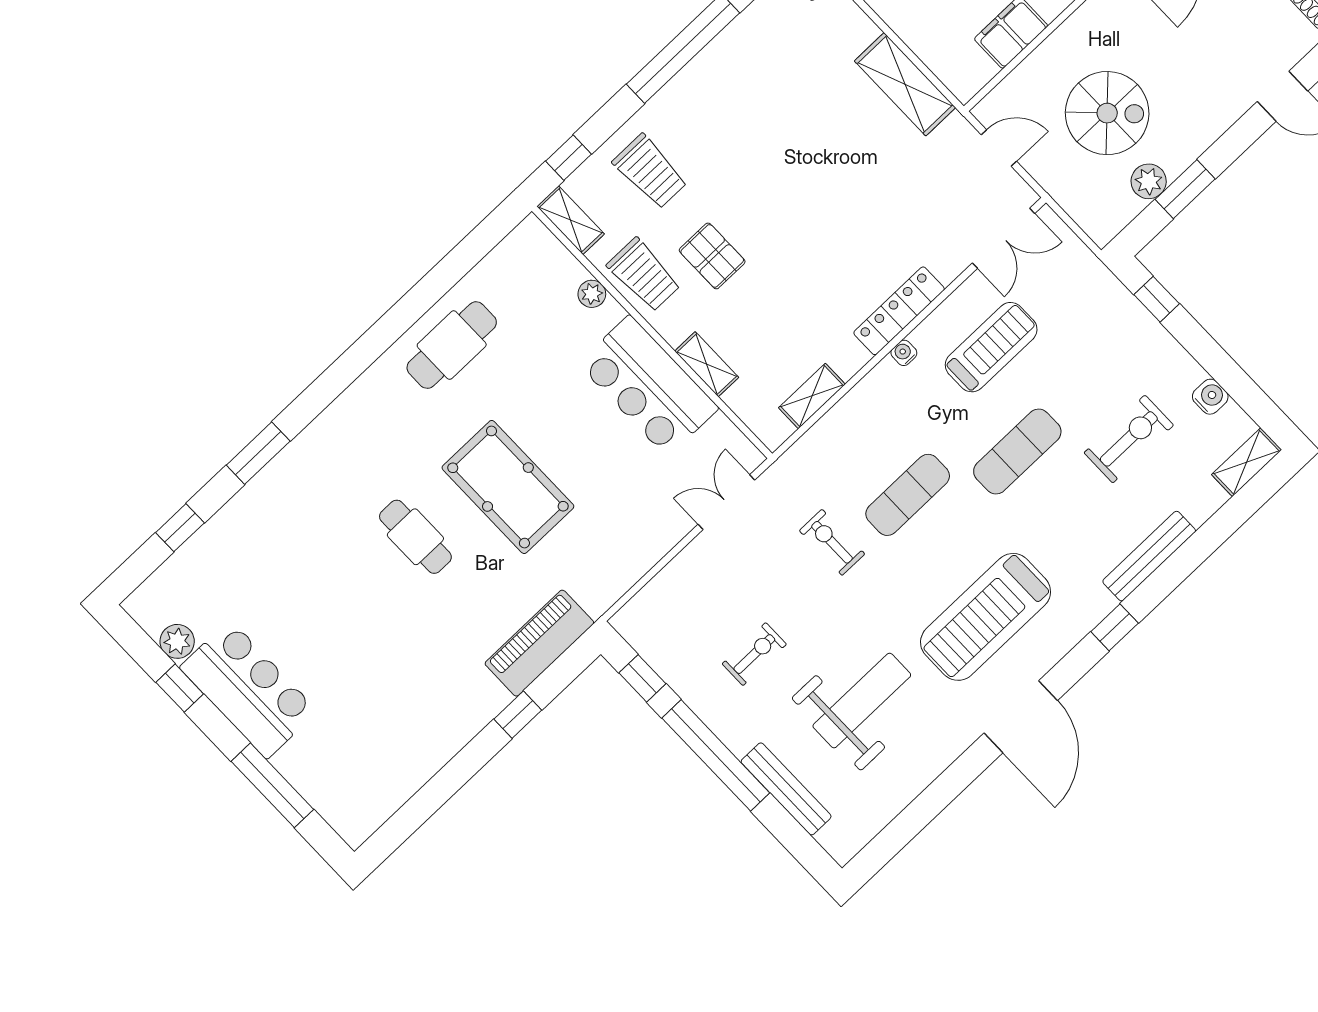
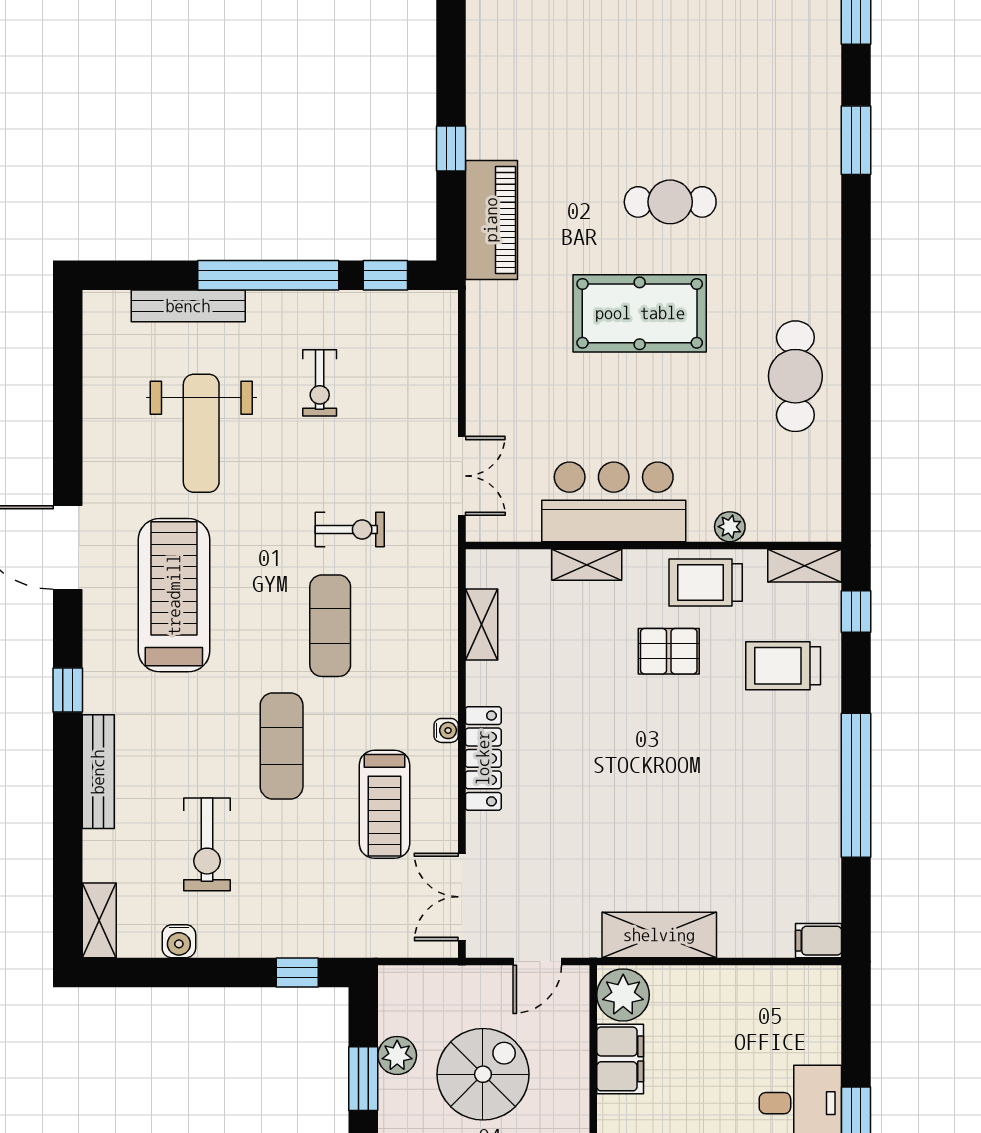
plant: (967, 71) -> (623, 995), added
spiral stairs: (1107, 113) -> (483, 1074), turned 180

